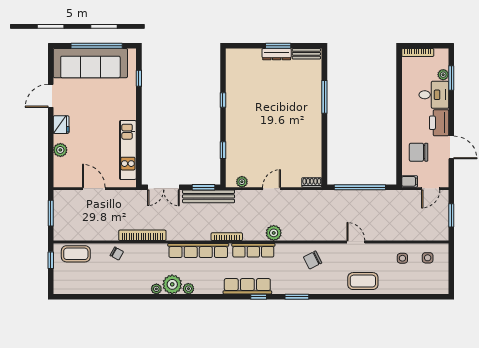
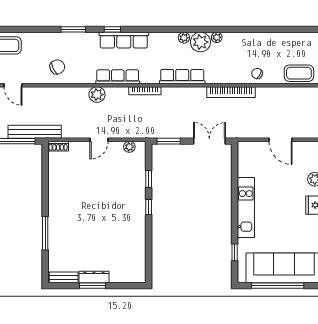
window: (223, 100) -> (149, 207), moved
kitchen unit: (128, 150) -> (246, 207), moved
bench: (209, 196) -> (35, 132), moved
row of seats: (198, 250) -> (182, 77), width x0.73

